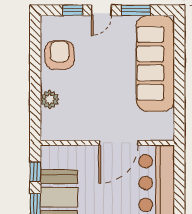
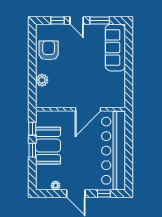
door: (101, 10) -> (77, 21), hinge flipped
sofa: (155, 63) -> (115, 48), width x0.74, depth x0.79

